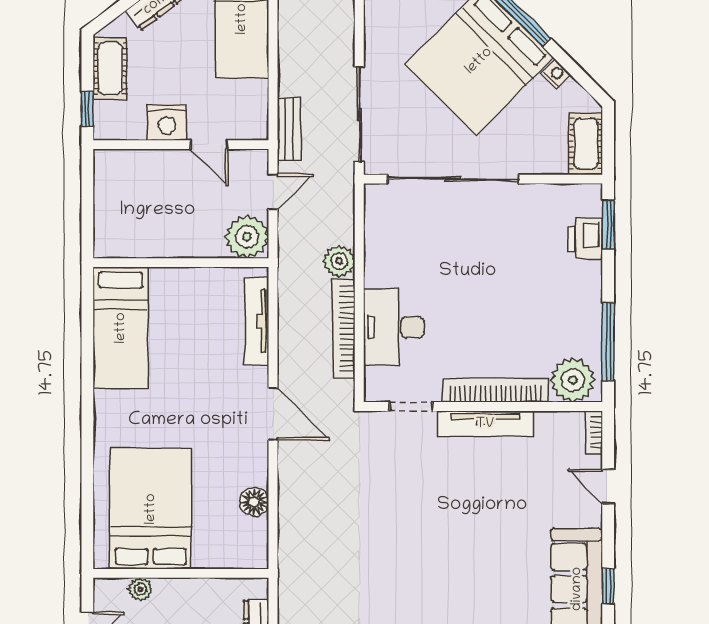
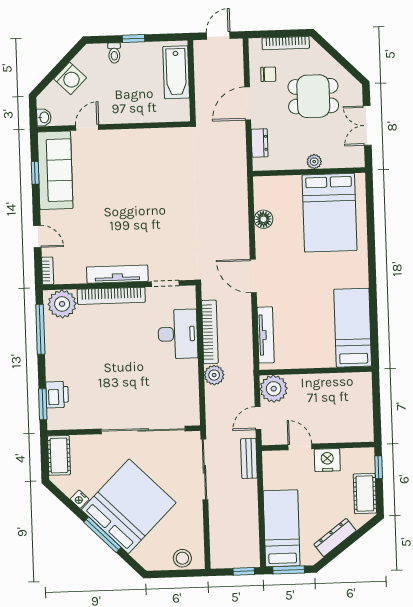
plant: (140, 589) -> (314, 162), moved

